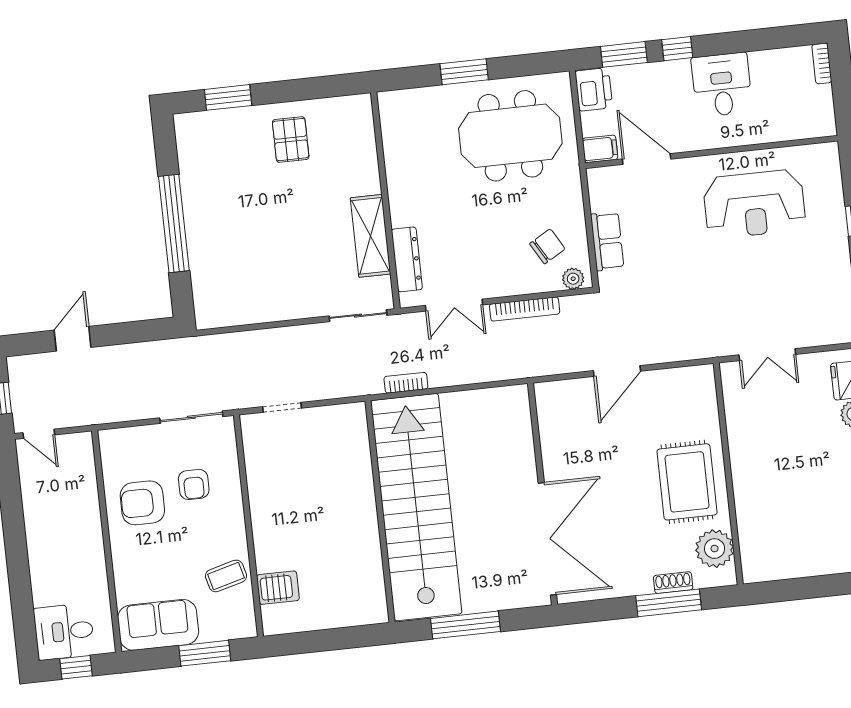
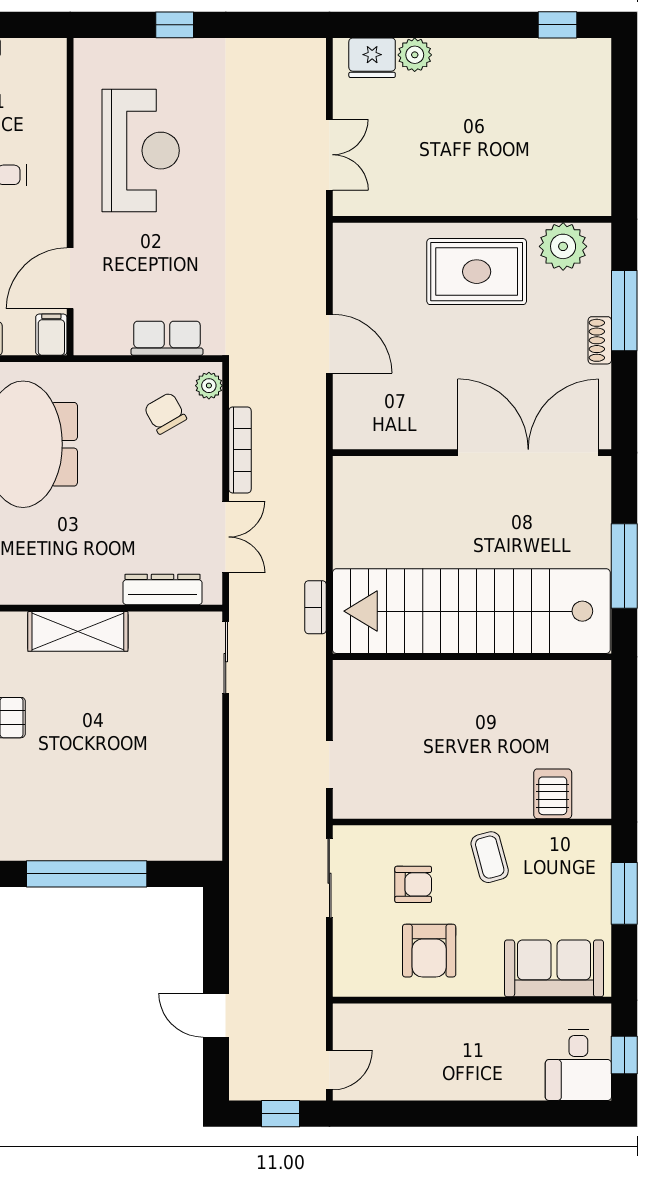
shelving: (370, 236) -> (78, 631), moved
coffee table: (226, 576) -> (490, 857), moved
shoe rack: (673, 583) -> (600, 340), moved
sofa: (158, 625) -> (554, 968), moved, turned 90

